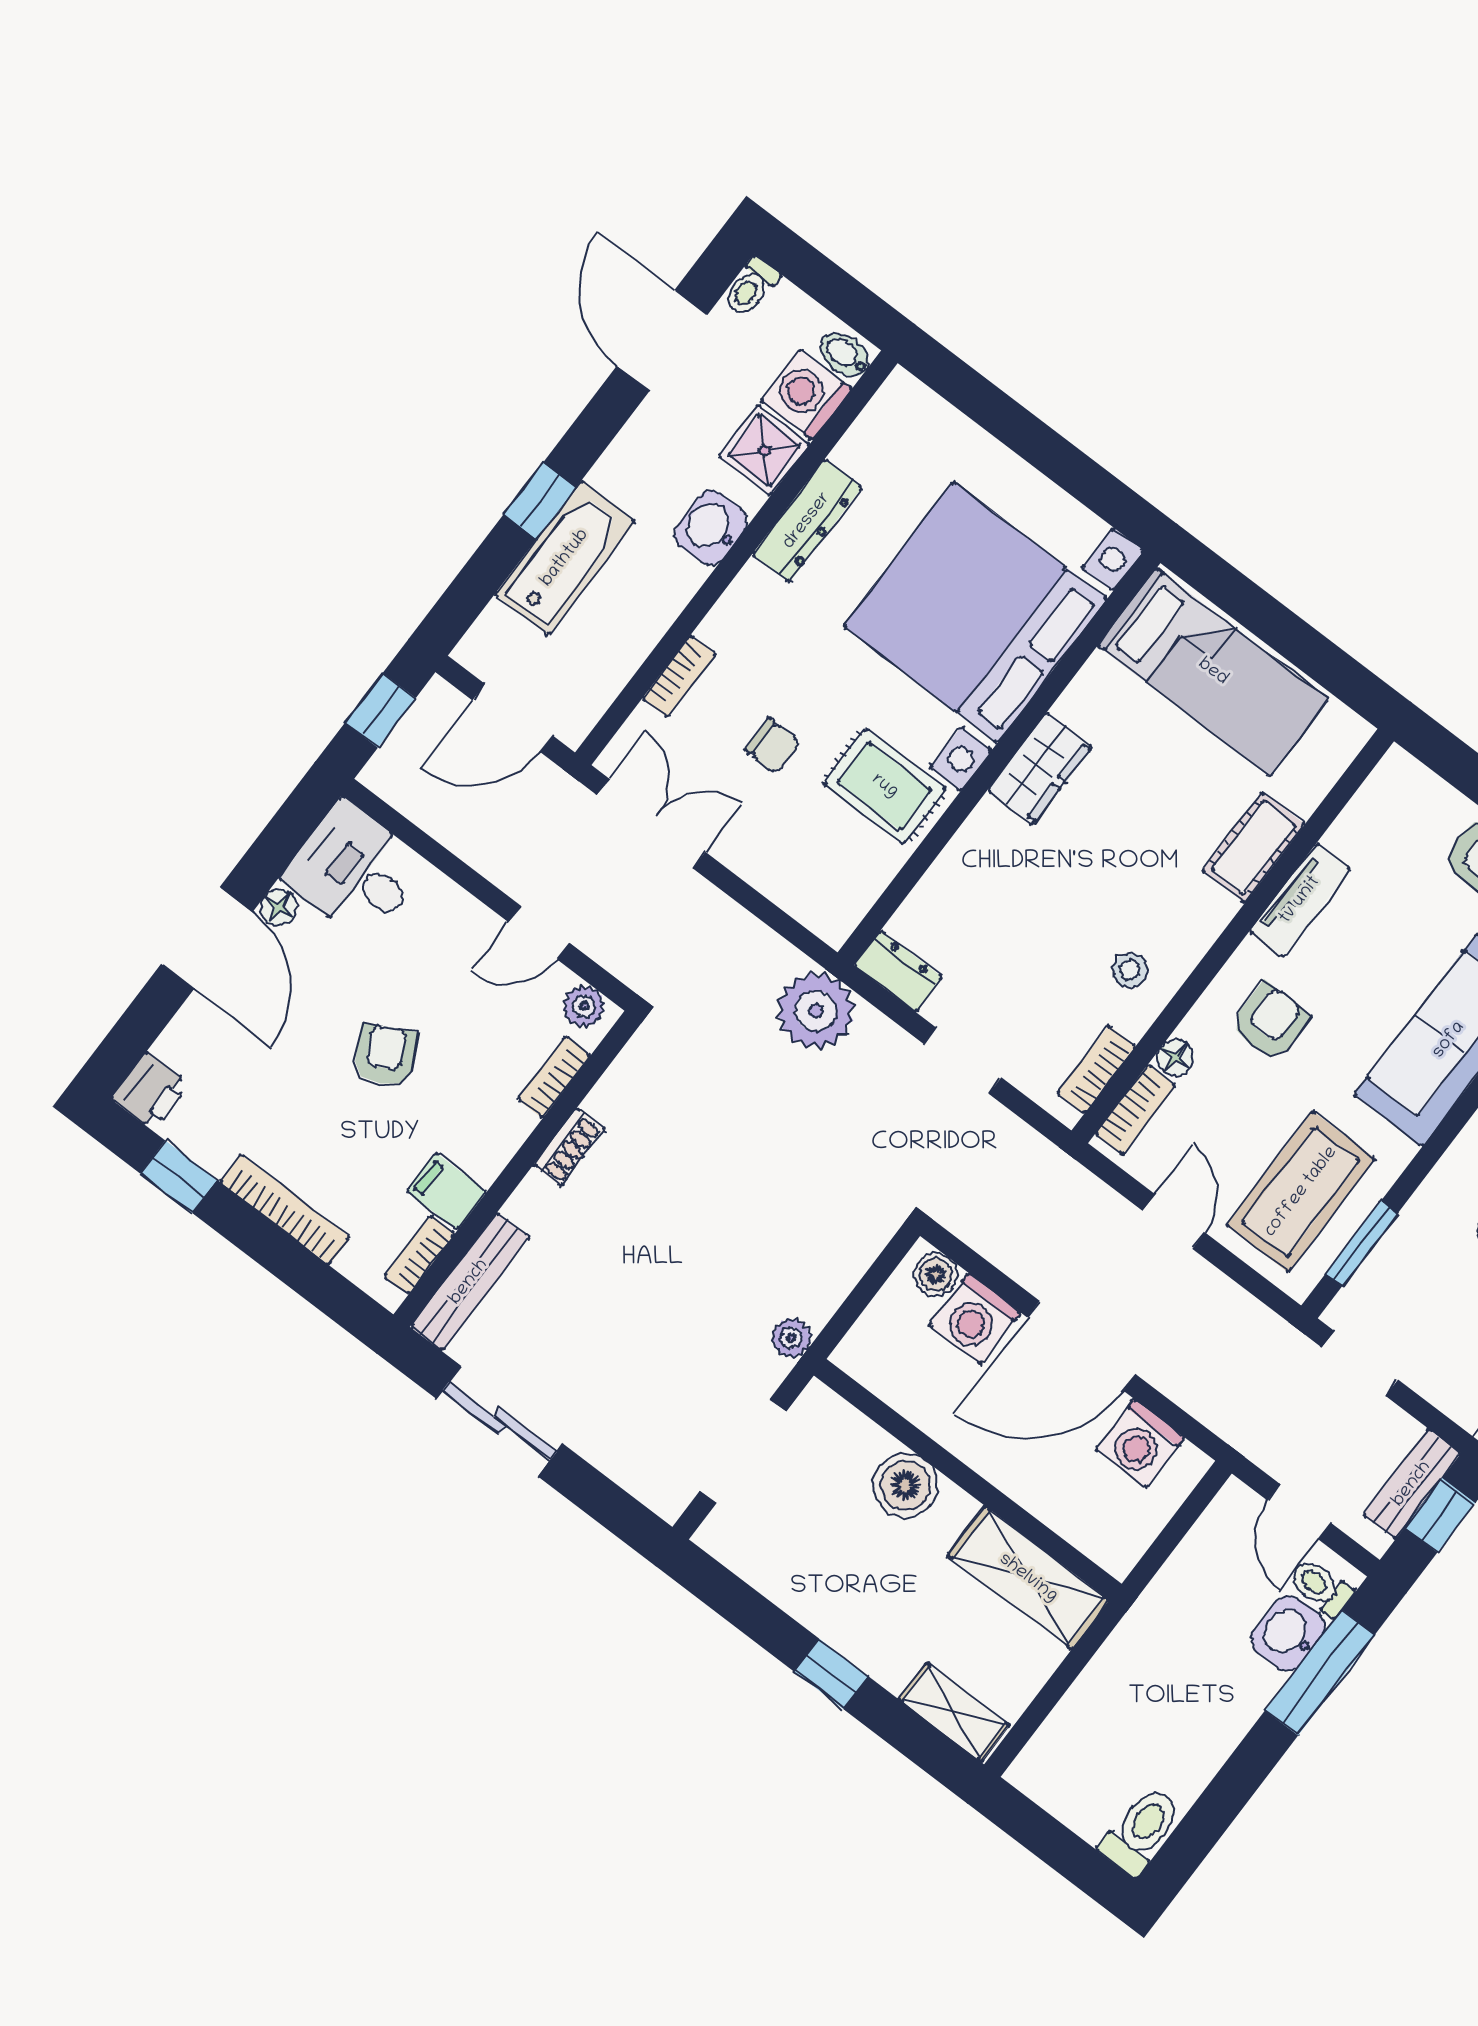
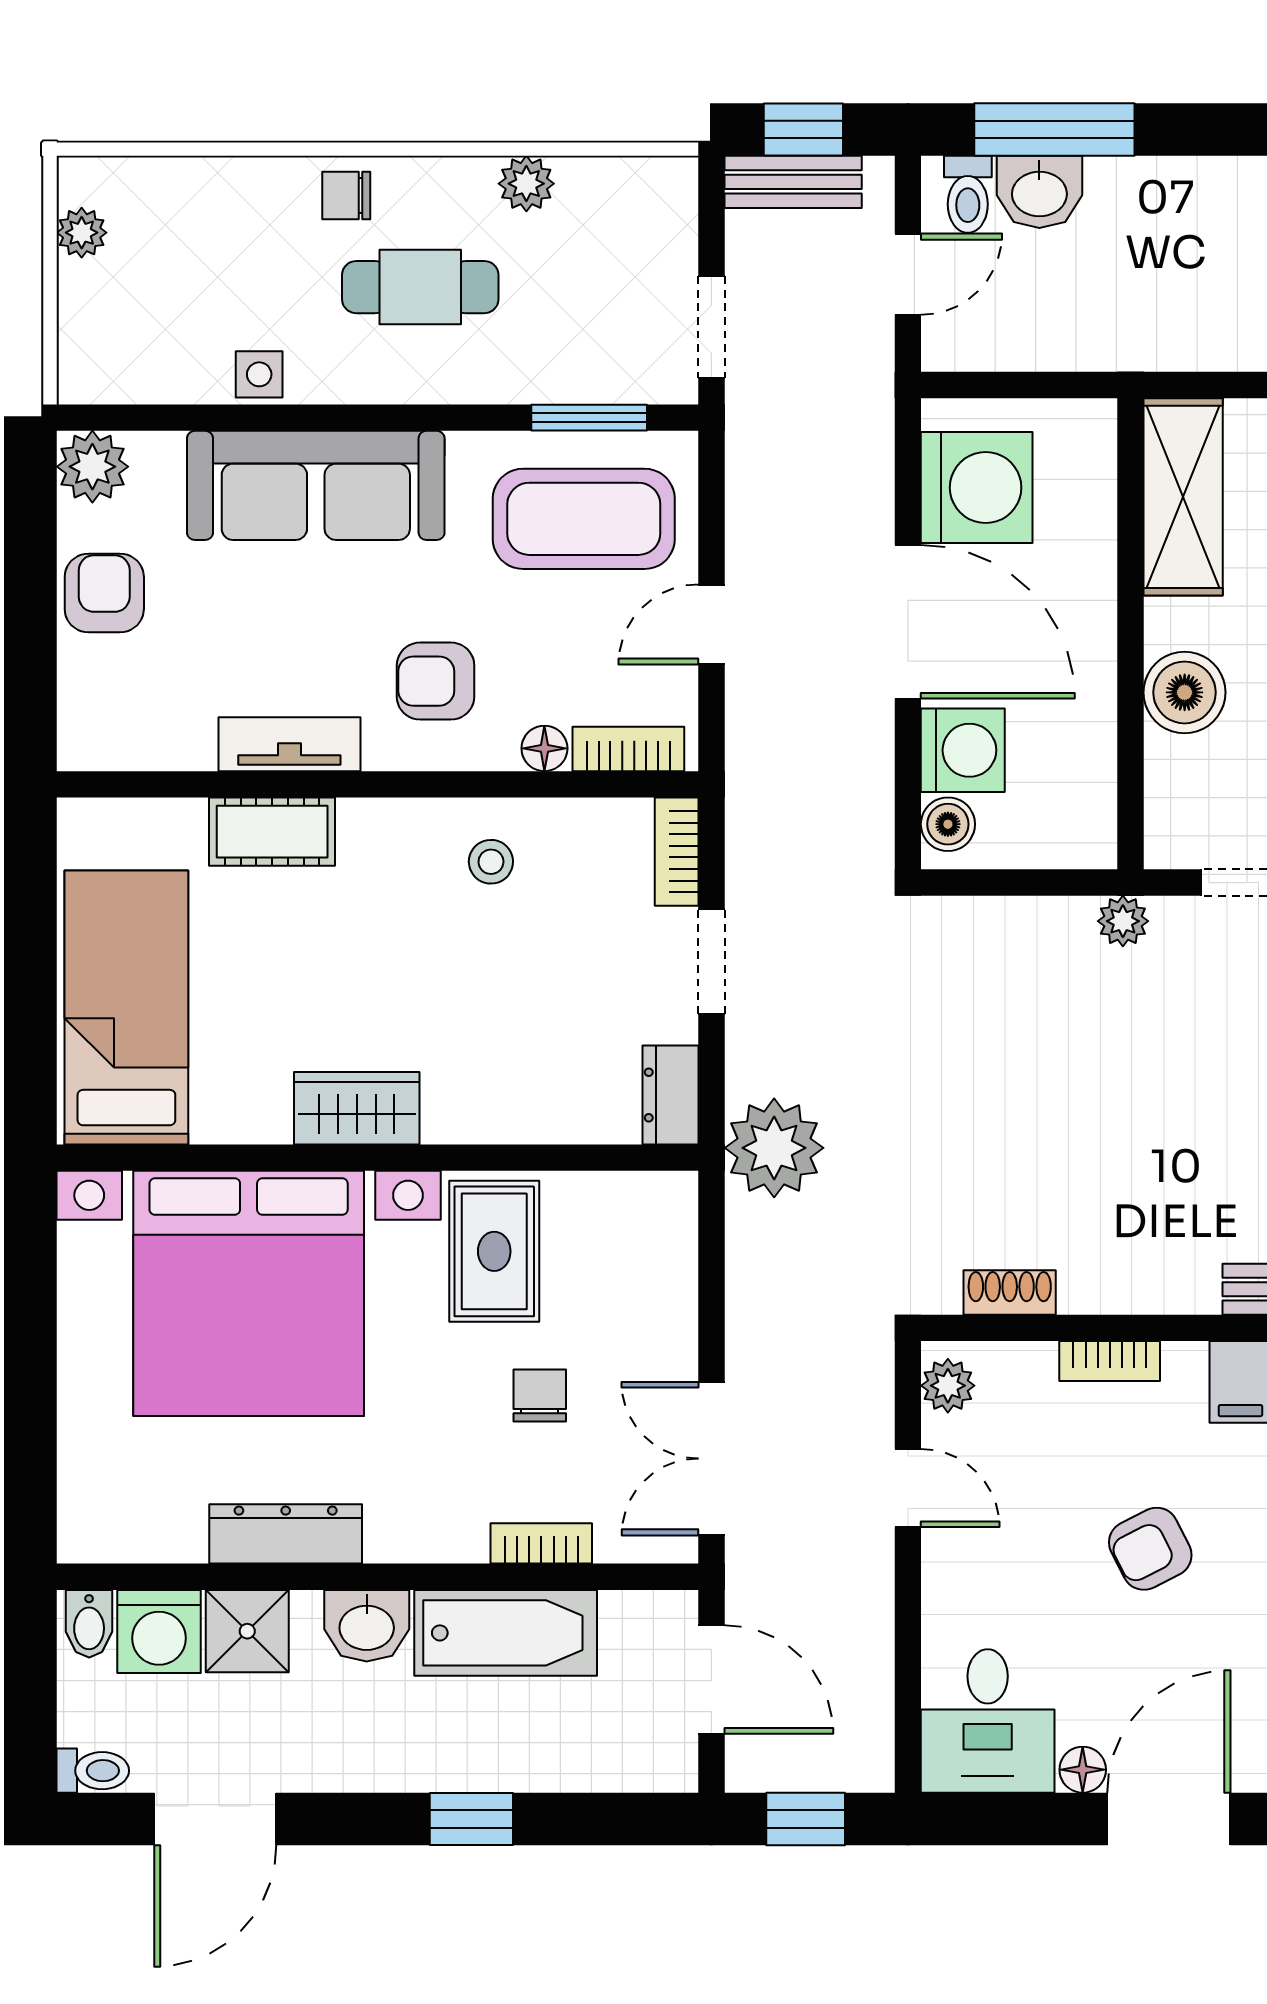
bathtub: (565, 558) -> (506, 1633), moved, turned 180
bookcase: (1096, 1070) -> (677, 852), moved, turned 90
bookcase: (554, 1077) -> (1110, 1361), moved
shoe rack: (569, 1147) -> (1010, 1292), moved
washing machine: (1140, 1444) -> (977, 488), width x1.37, depth x1.37

